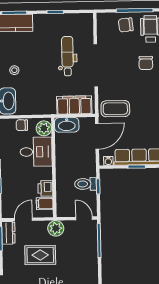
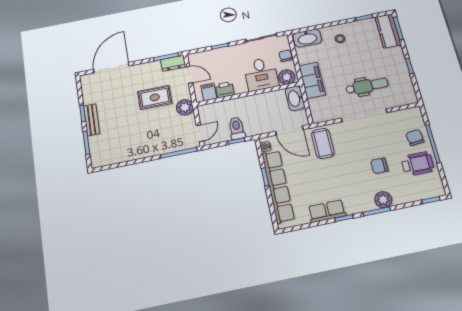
filing cabinet: (74, 105) -> (312, 80), moved
rug: (40, 255) -> (155, 97), turned 90

